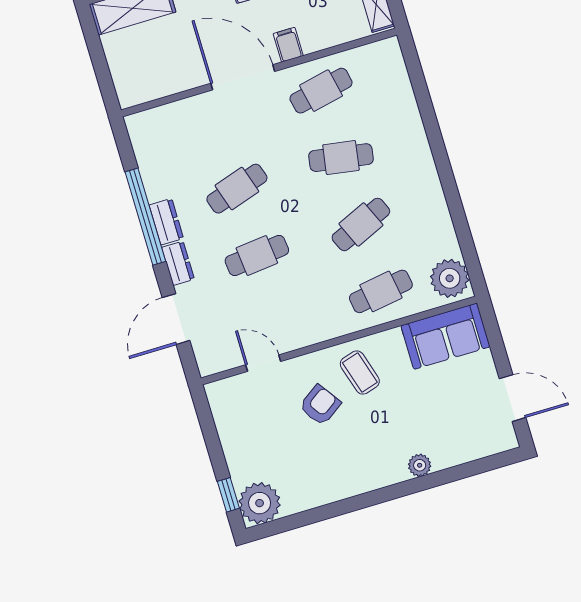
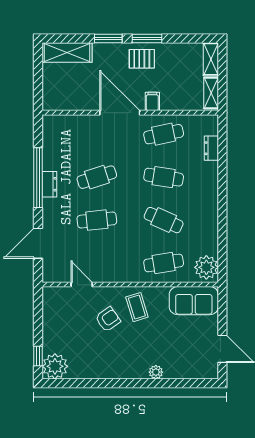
cafe table: (361, 224) -> (164, 220), turned 48
dresser: (178, 263) -> (211, 148), moved, turned 180

